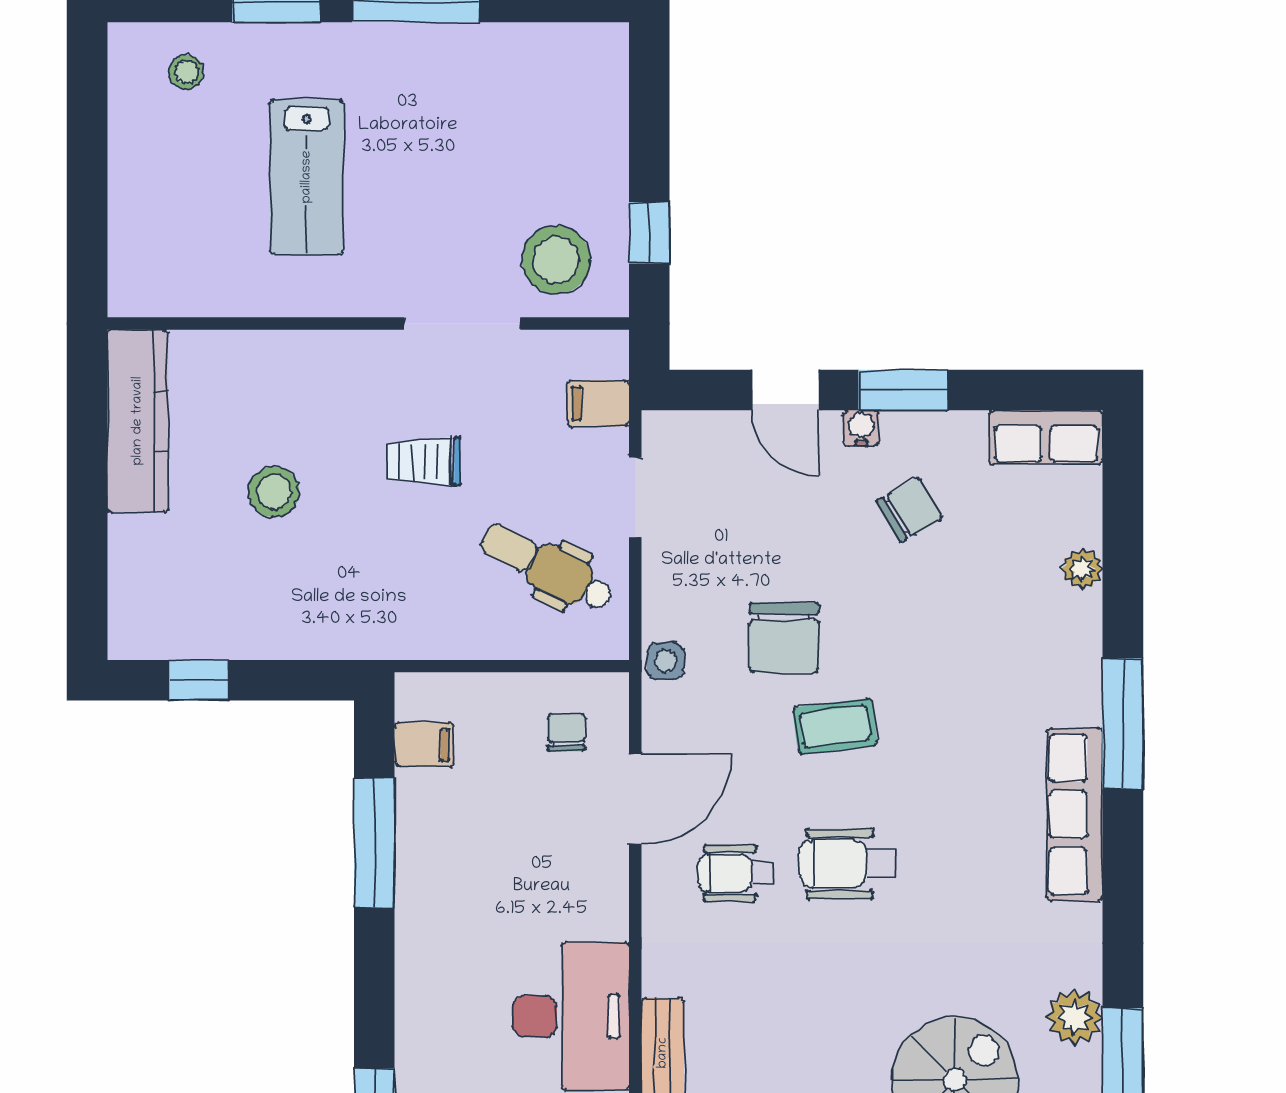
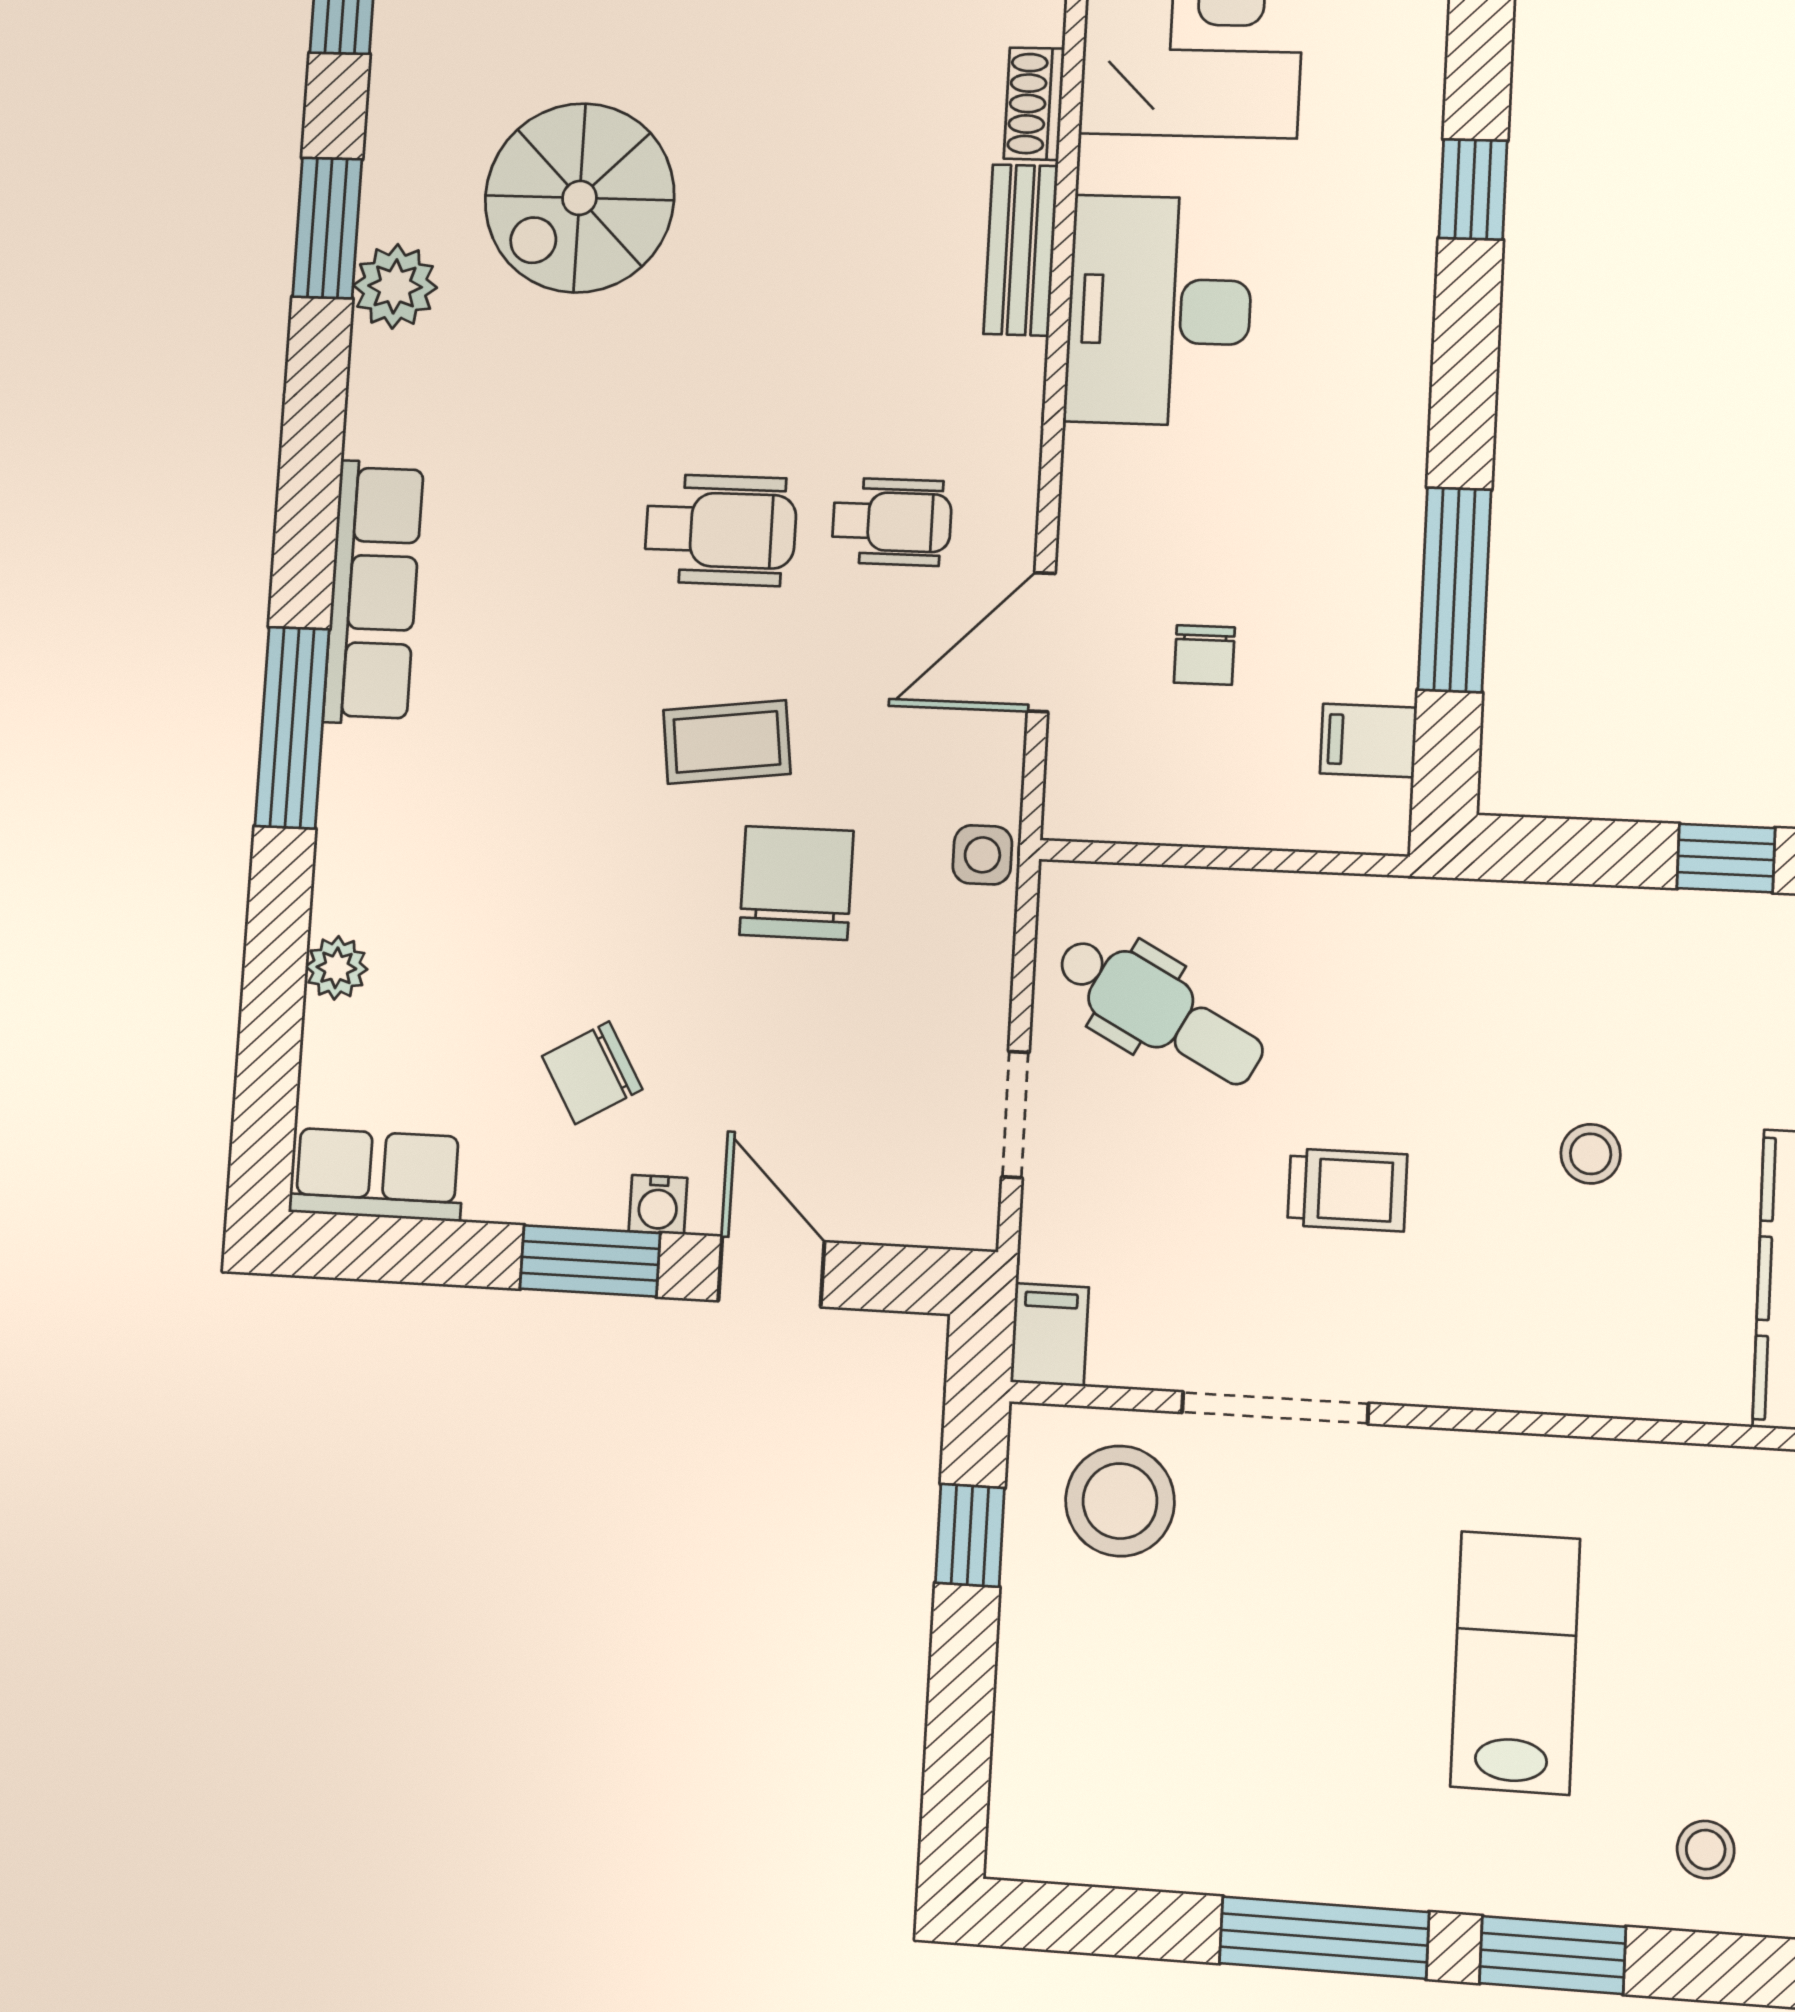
filing cabinet: (598, 403) -> (1050, 1335), moved, turned -90
stool: (274, 492) -> (1591, 1154), width x0.73, depth x0.73
chair: (566, 733) -> (1204, 655), moved

